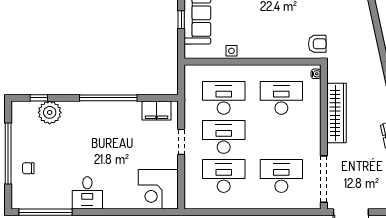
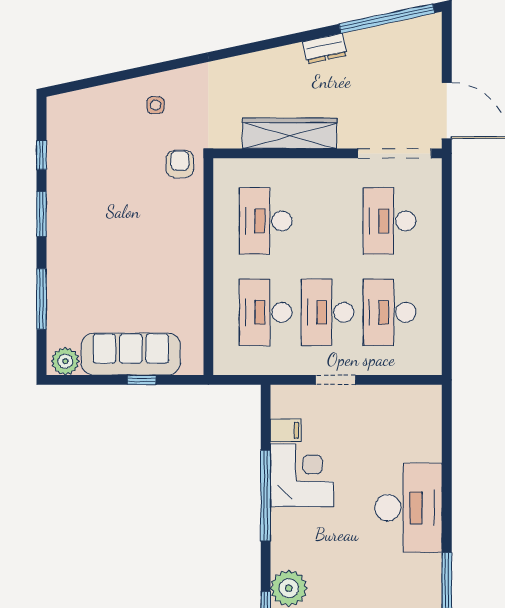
side table: (231, 51) -> (156, 105), moved
water cooler: (316, 74) -> (228, 166), removed
filing cabinet: (156, 110) -> (286, 430), width x0.50
corner desk: (158, 189) -> (302, 475), moved, turned -90
desk: (87, 193) -> (409, 508), width x1.87, depth x1.30

